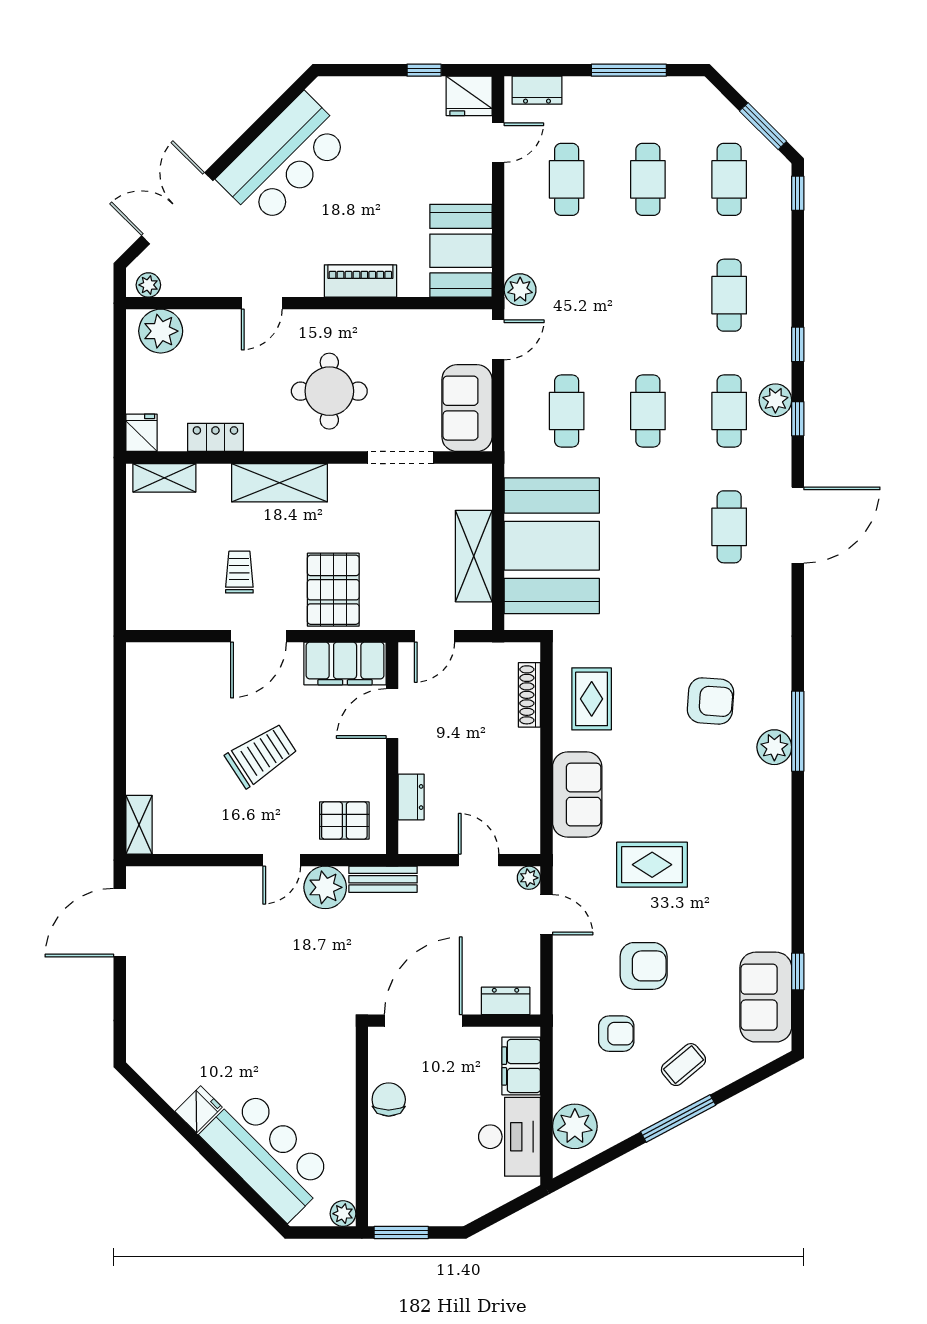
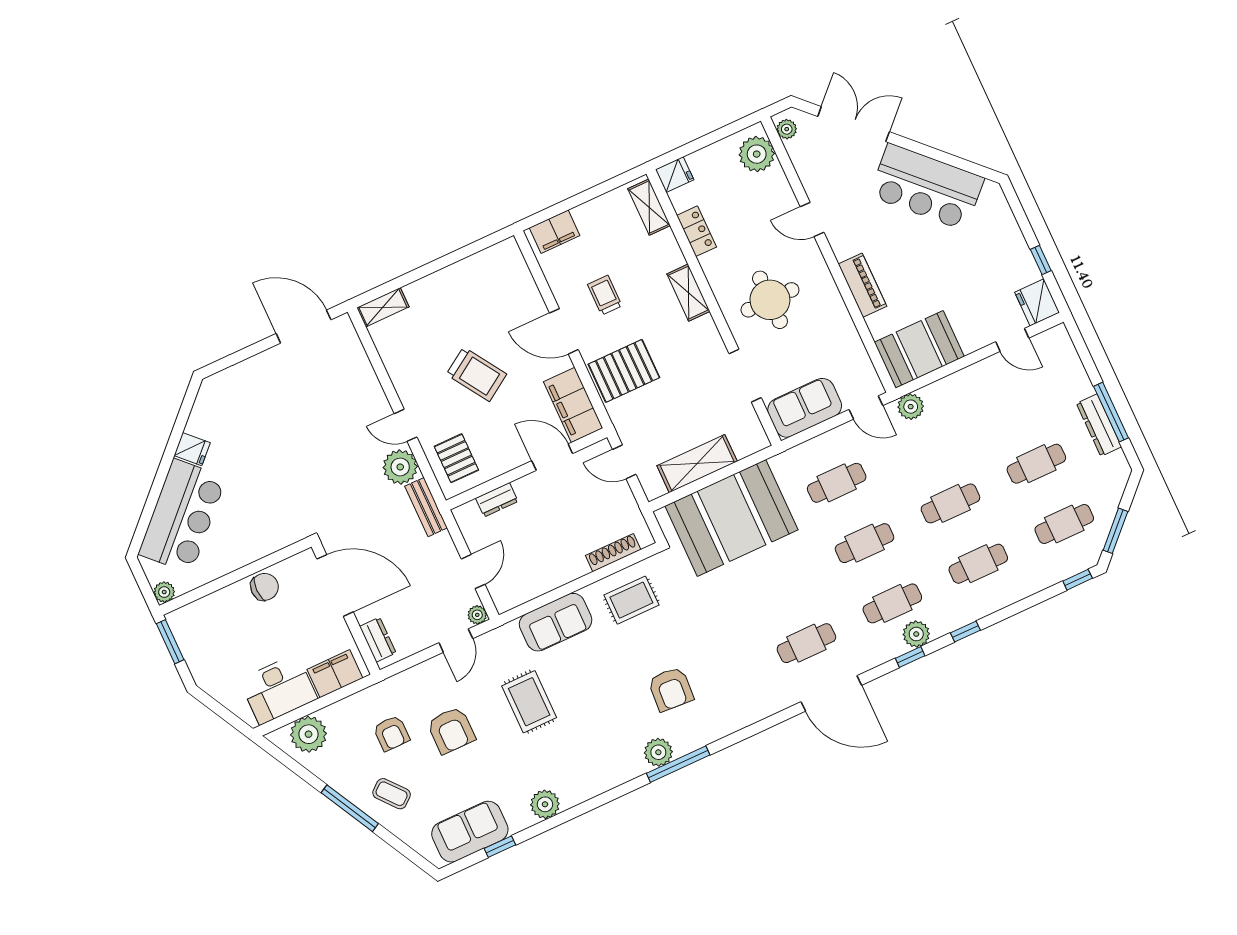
dresser: (537, 90) -> (1099, 425), moved, width x1.44
cafe table: (567, 179) -> (950, 503), moved
shelving: (279, 483) -> (688, 293), width x0.67, depth x0.75
trolley: (239, 572) -> (605, 295), turned -90
filing cabinet: (143, 595) -> (555, 232), added
plant: (774, 900) -> (545, 804), added

